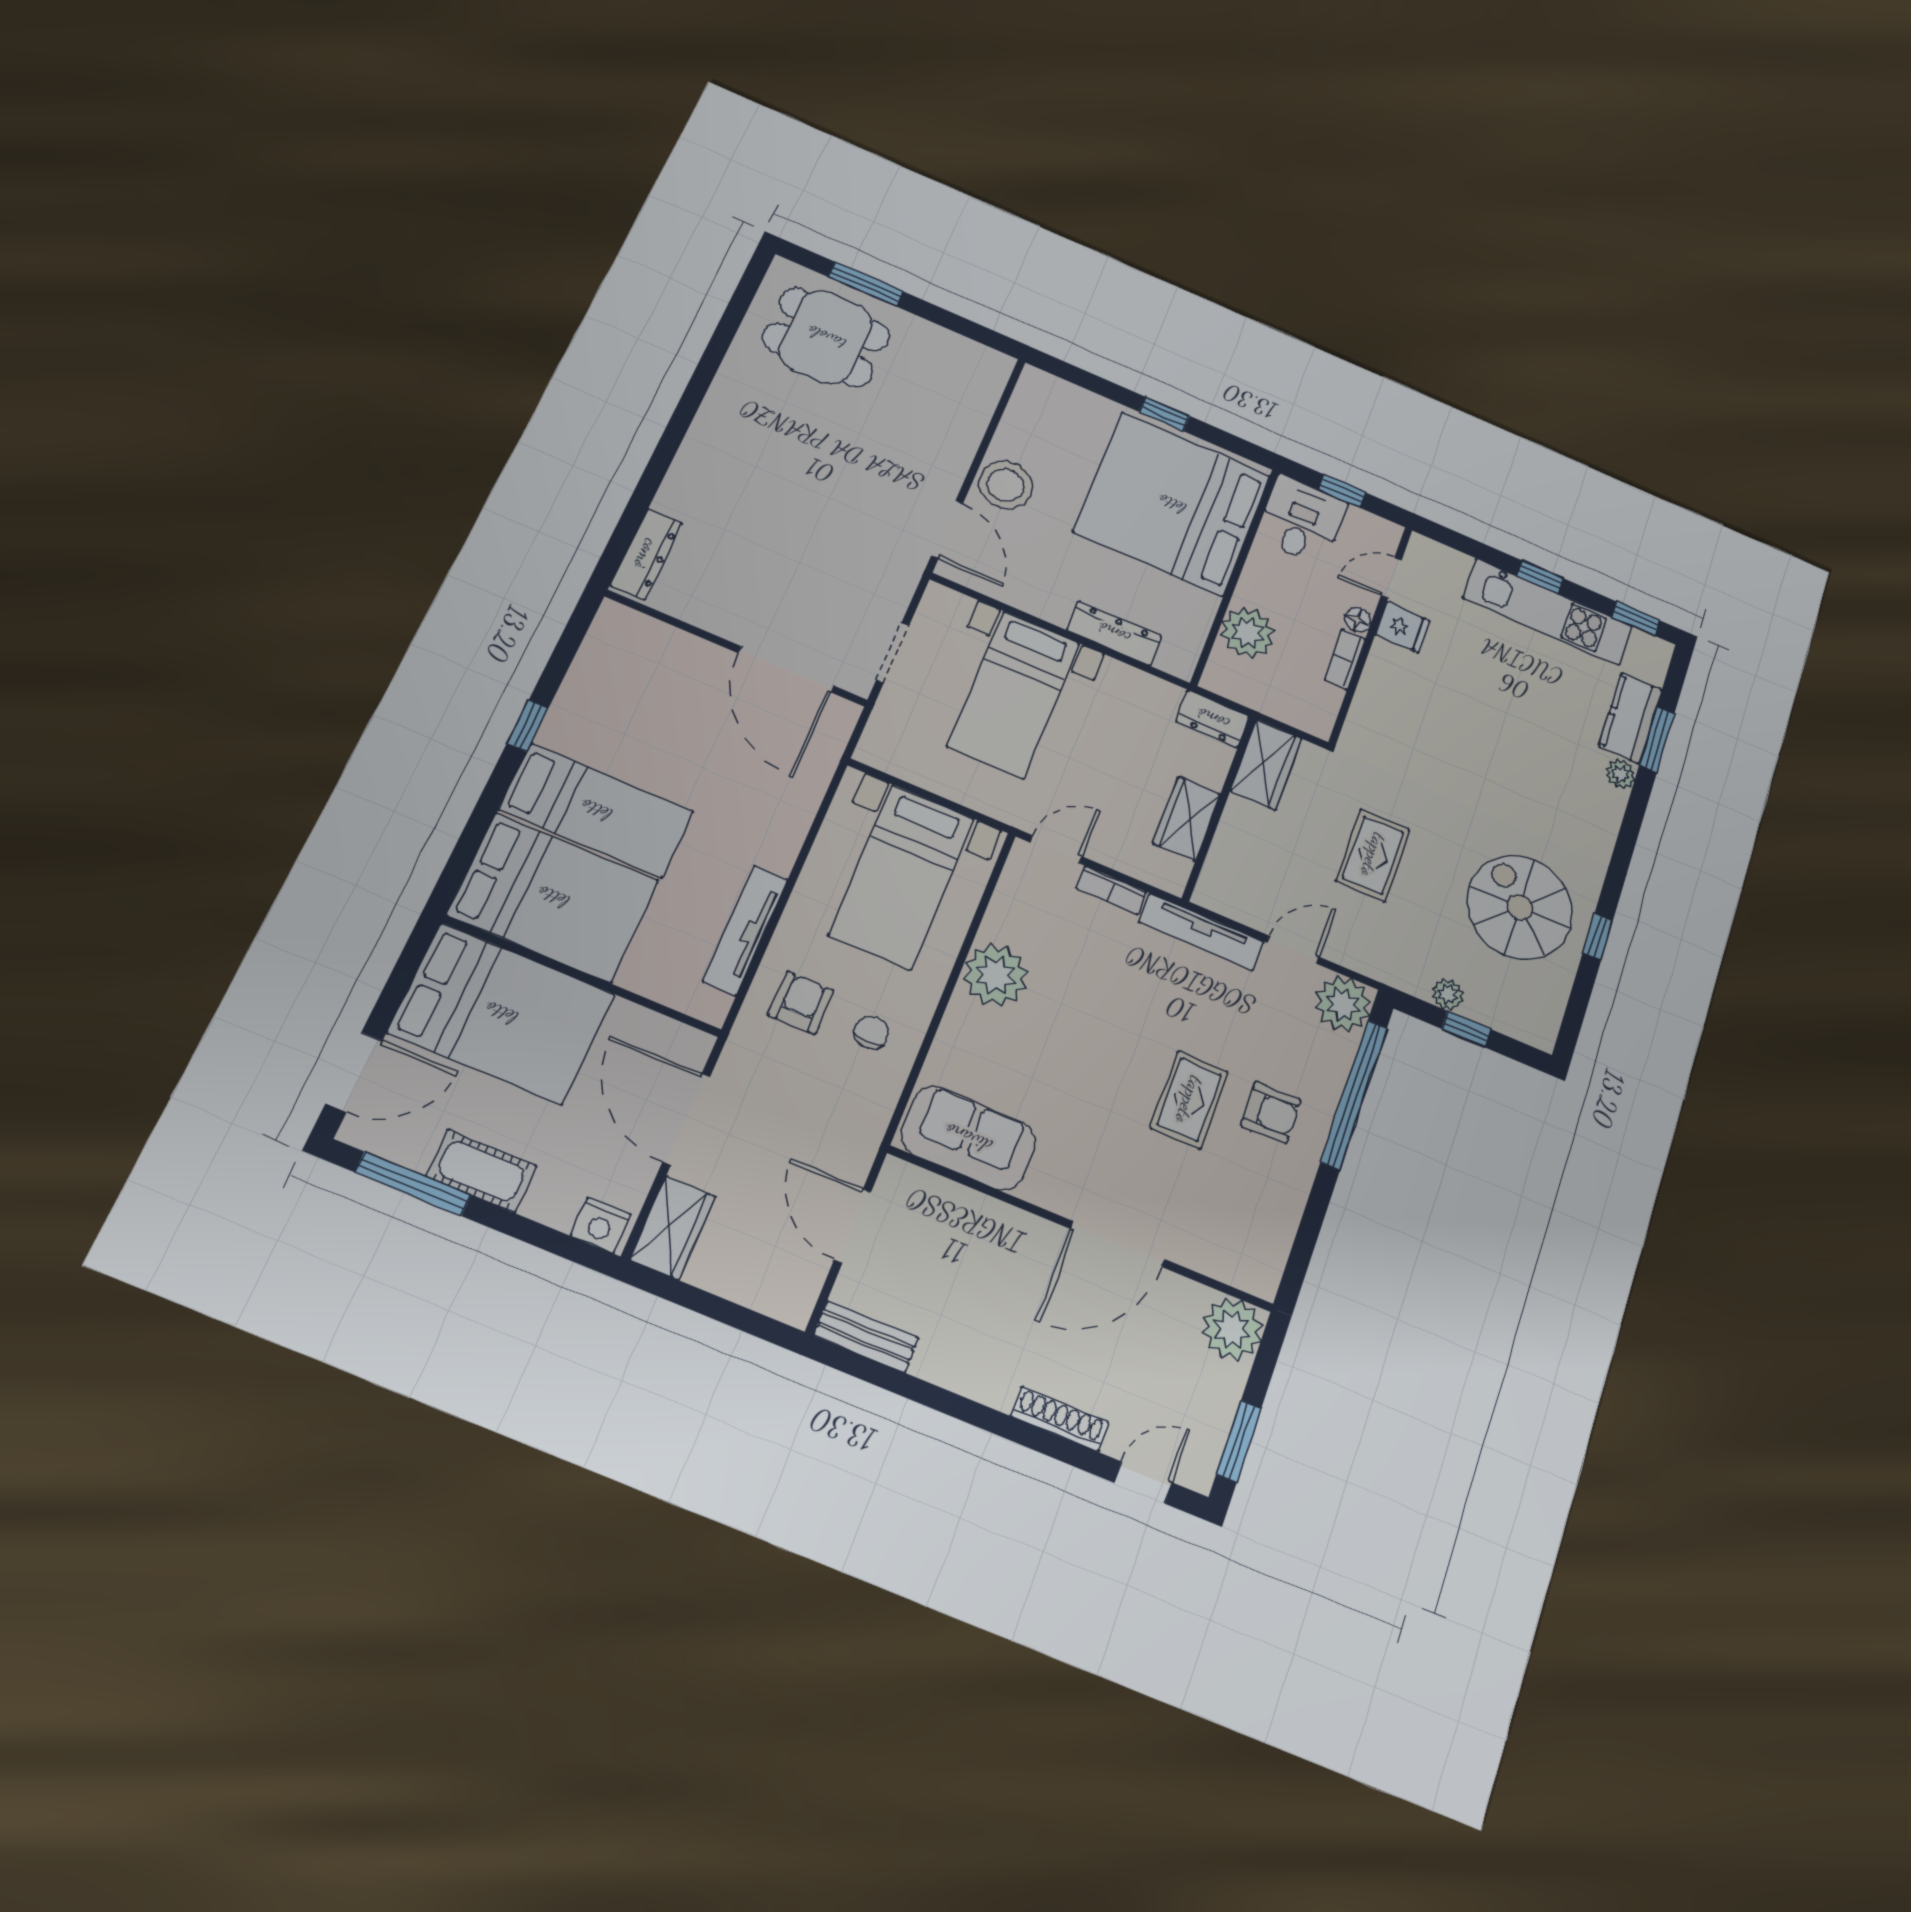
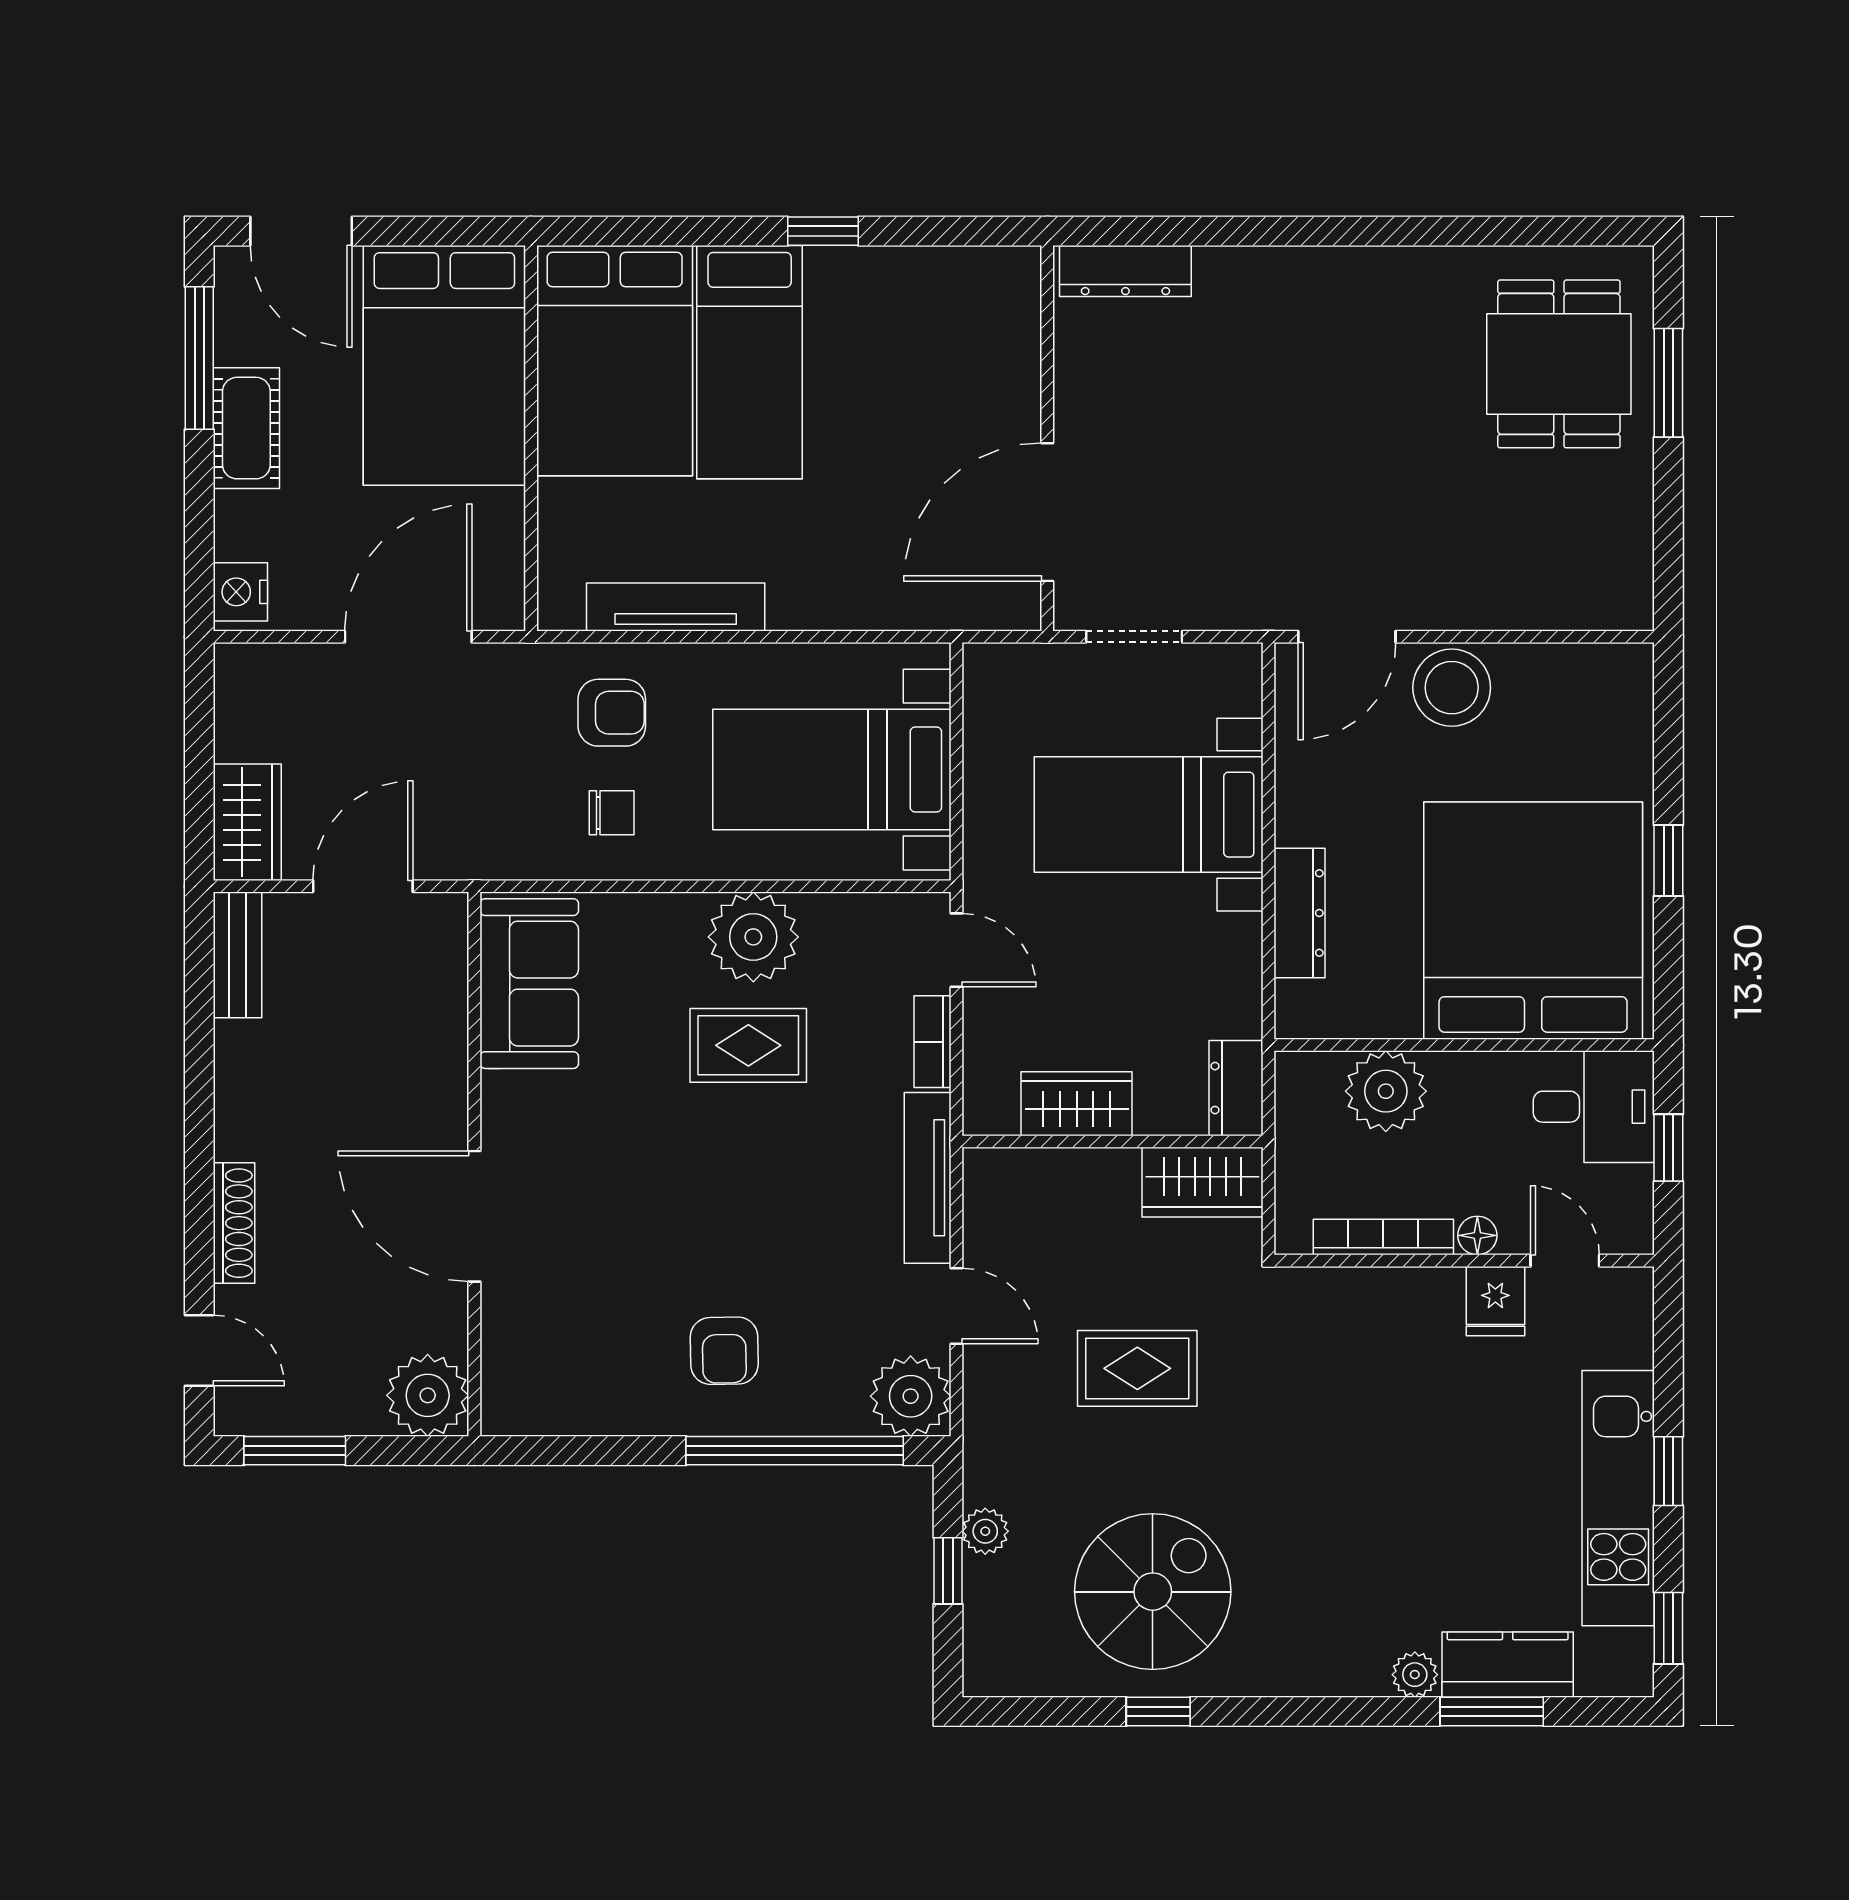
bookcase: (1345, 659) -> (1383, 1237), width x1.56
rug: (1189, 1100) -> (748, 1045), moved
wardrobe: (673, 1228) -> (247, 822), moved, turned -90

